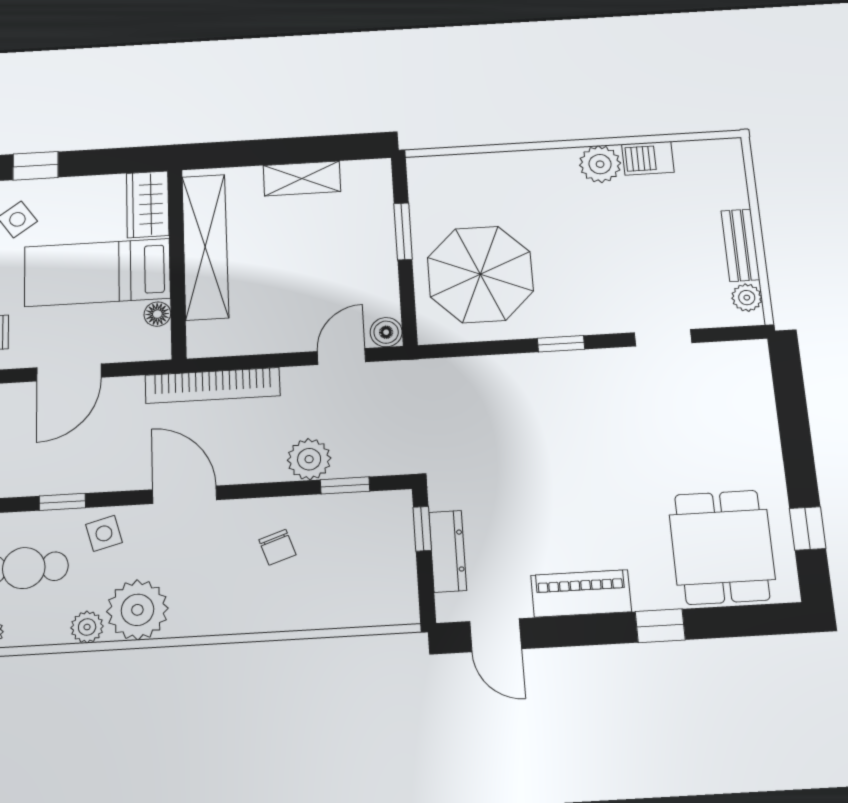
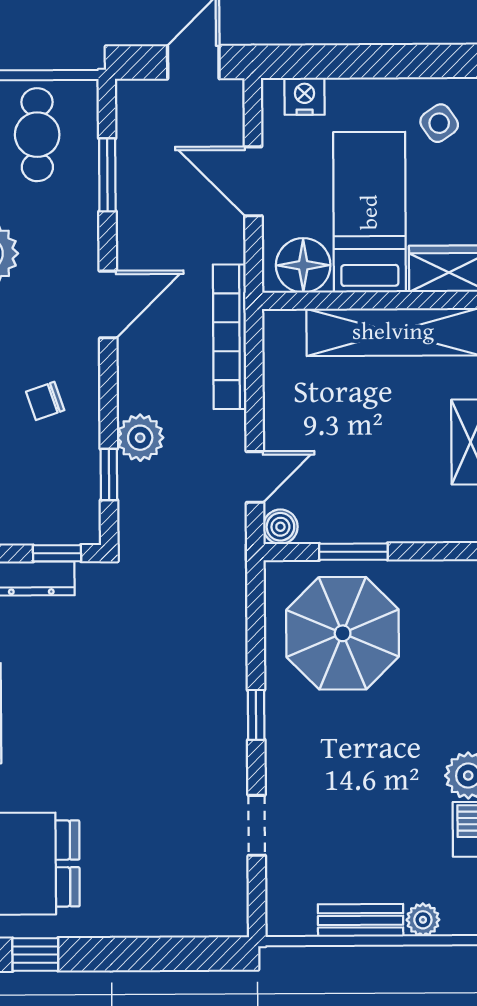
window: (403, 231) -> (353, 552), moved
plant: (747, 298) -> (423, 920), moved
floor lamp: (157, 314) -> (303, 265), width x1.89, depth x1.89
door: (341, 357) -> (255, 477), hinge flipped
window: (62, 502) -> (107, 175), width x1.50
side table: (104, 533) -> (70, 219), removed

